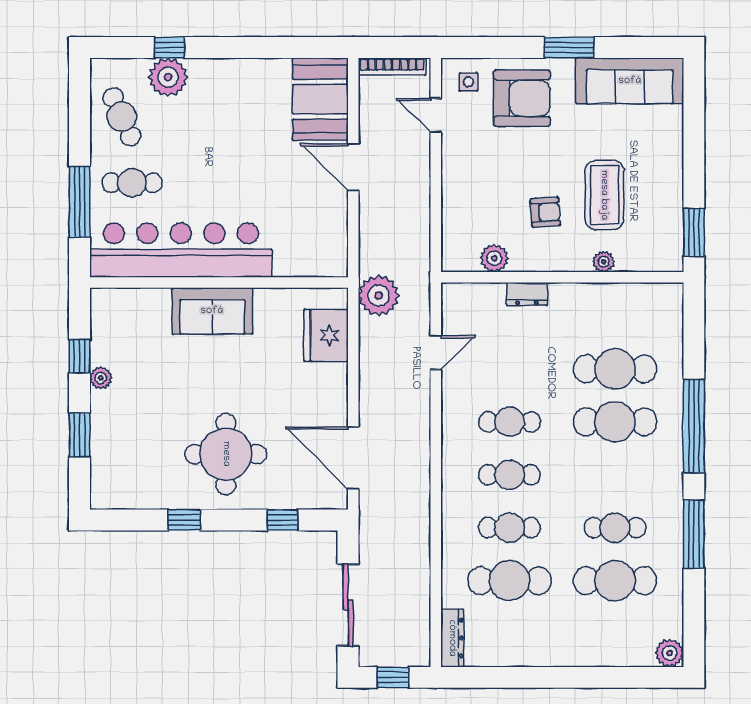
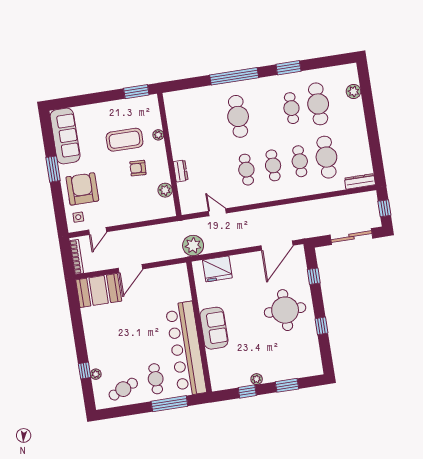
plant: (168, 77) -> (96, 374), width x0.53, depth x0.53
armchair: (545, 212) -> (138, 168), turned -83
cafe table: (615, 369) -> (211, 121), removed
window: (694, 534) -> (288, 68), width x0.69
plant: (670, 653) -> (354, 91), moved

